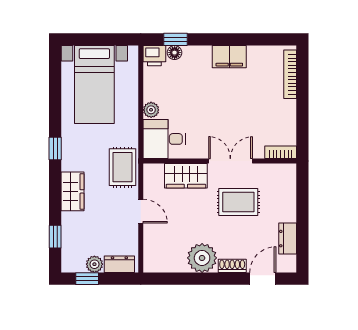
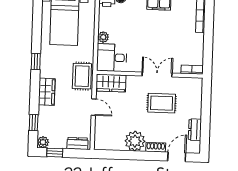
wardrobe: (186, 176) -> (111, 83), moved
plant: (94, 264) -> (43, 142), moved

